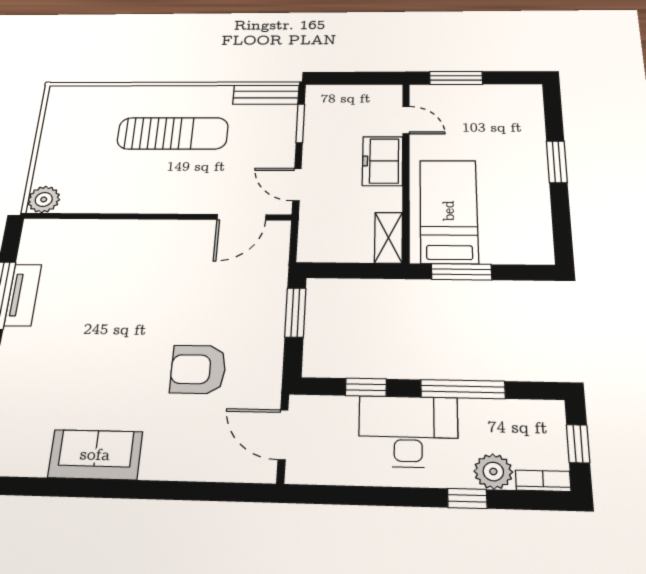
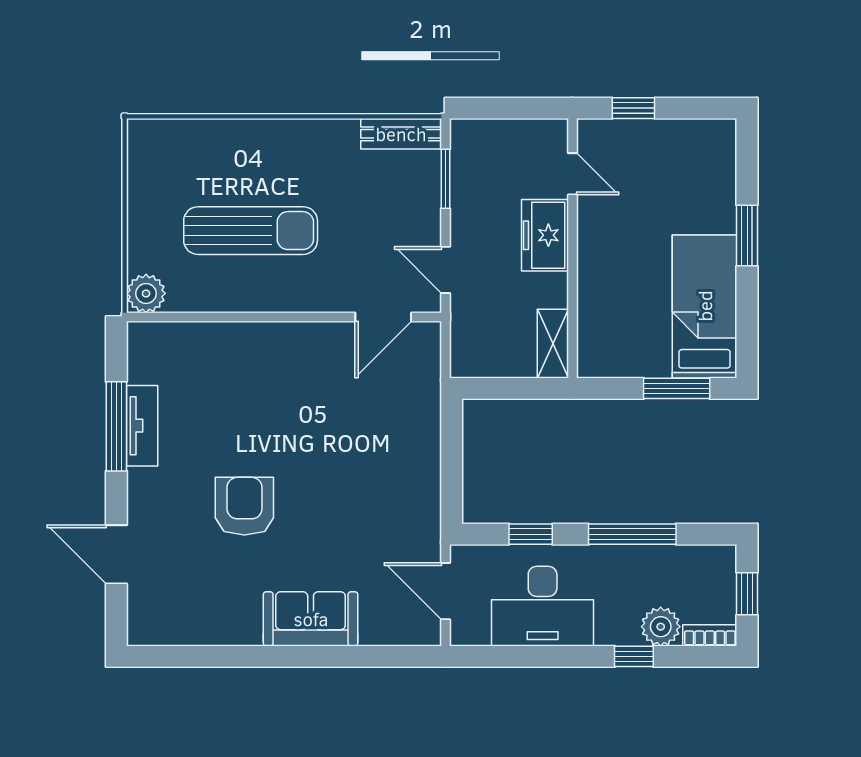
window: (456, 78) -> (633, 108), width x0.67
sun lounger: (173, 133) -> (251, 231), moved
bed: (449, 211) -> (705, 306), moved
window: (461, 272) -> (677, 388), moved
window: (295, 312) -> (452, 444), removed
armchair: (198, 369) -> (244, 506), moved, turned 90
desk: (408, 431) -> (543, 606), moved, turned 180
sofa: (95, 455) -> (311, 619), moved

